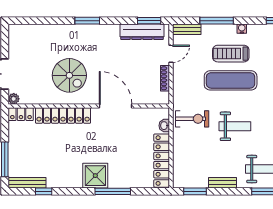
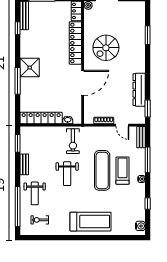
window: (87, 21) -> (148, 35), moved
dresser: (142, 32) -> (139, 90), moved

